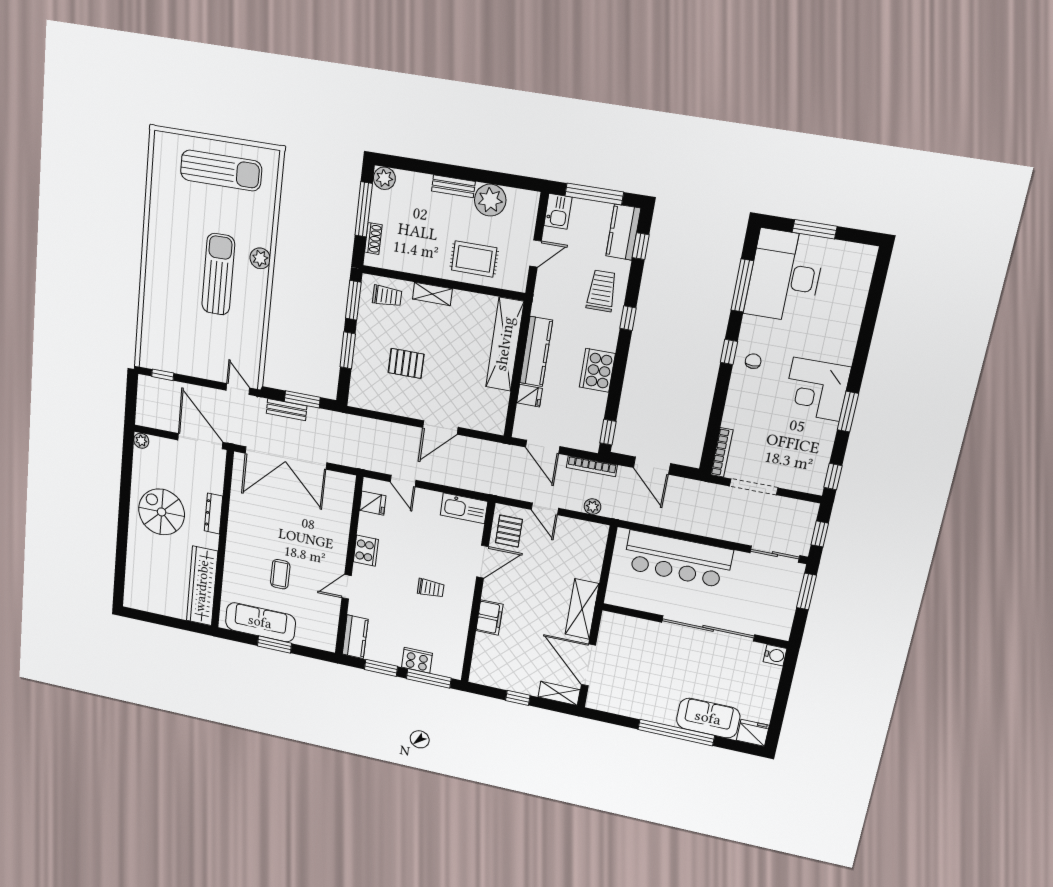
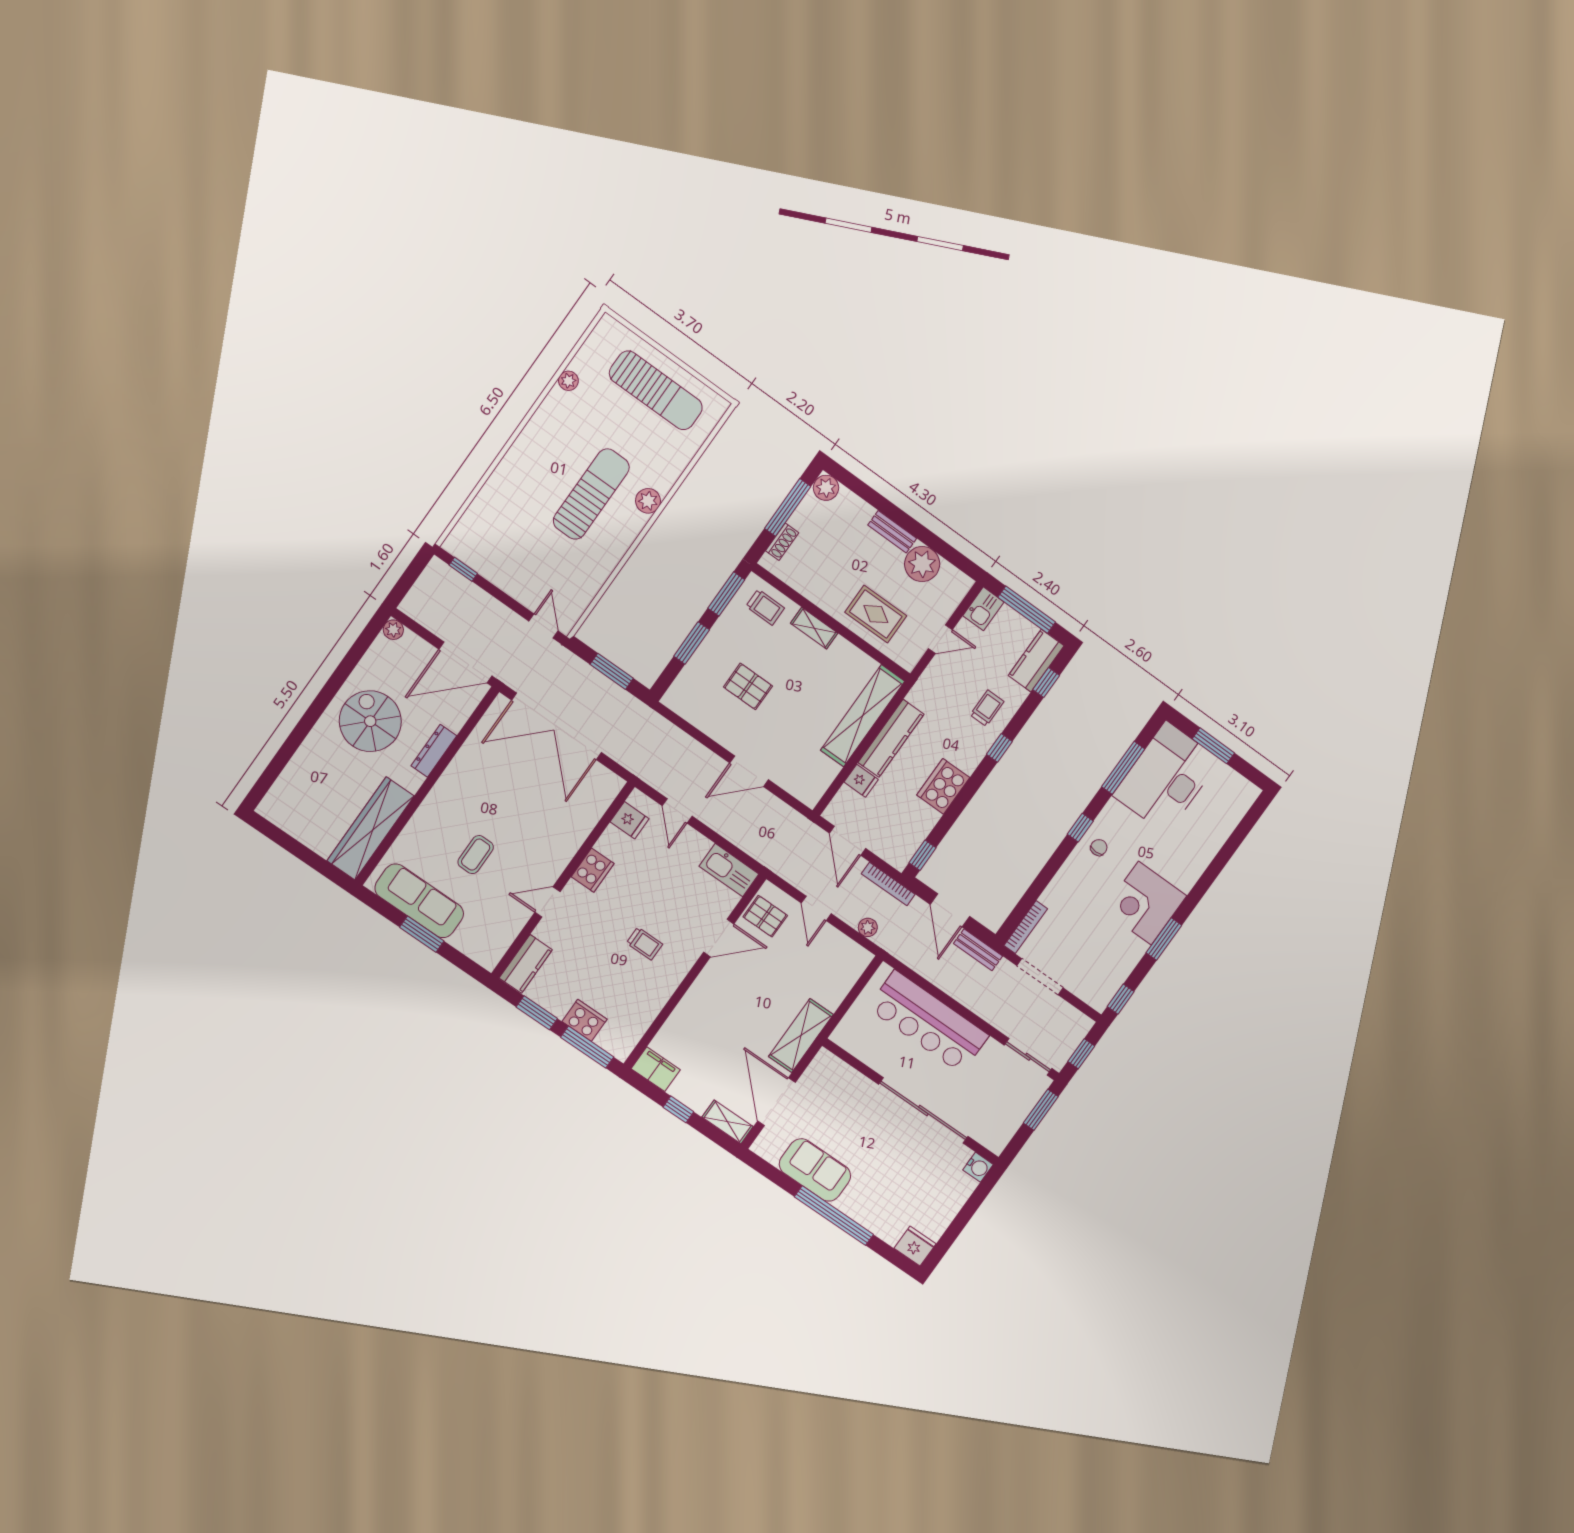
plant: (157, 197) -> (568, 381), added
trolley: (602, 291) -> (987, 708), width x0.73, depth x0.72
bench: (287, 410) -> (978, 950), moved
door: (200, 441) -> (465, 662), swing flipped
pallet: (509, 531) -> (765, 916), turned 90
filing cabinet: (489, 618) -> (656, 1069), moved, turned -90
sofa: (708, 718) -> (815, 1170), moved

